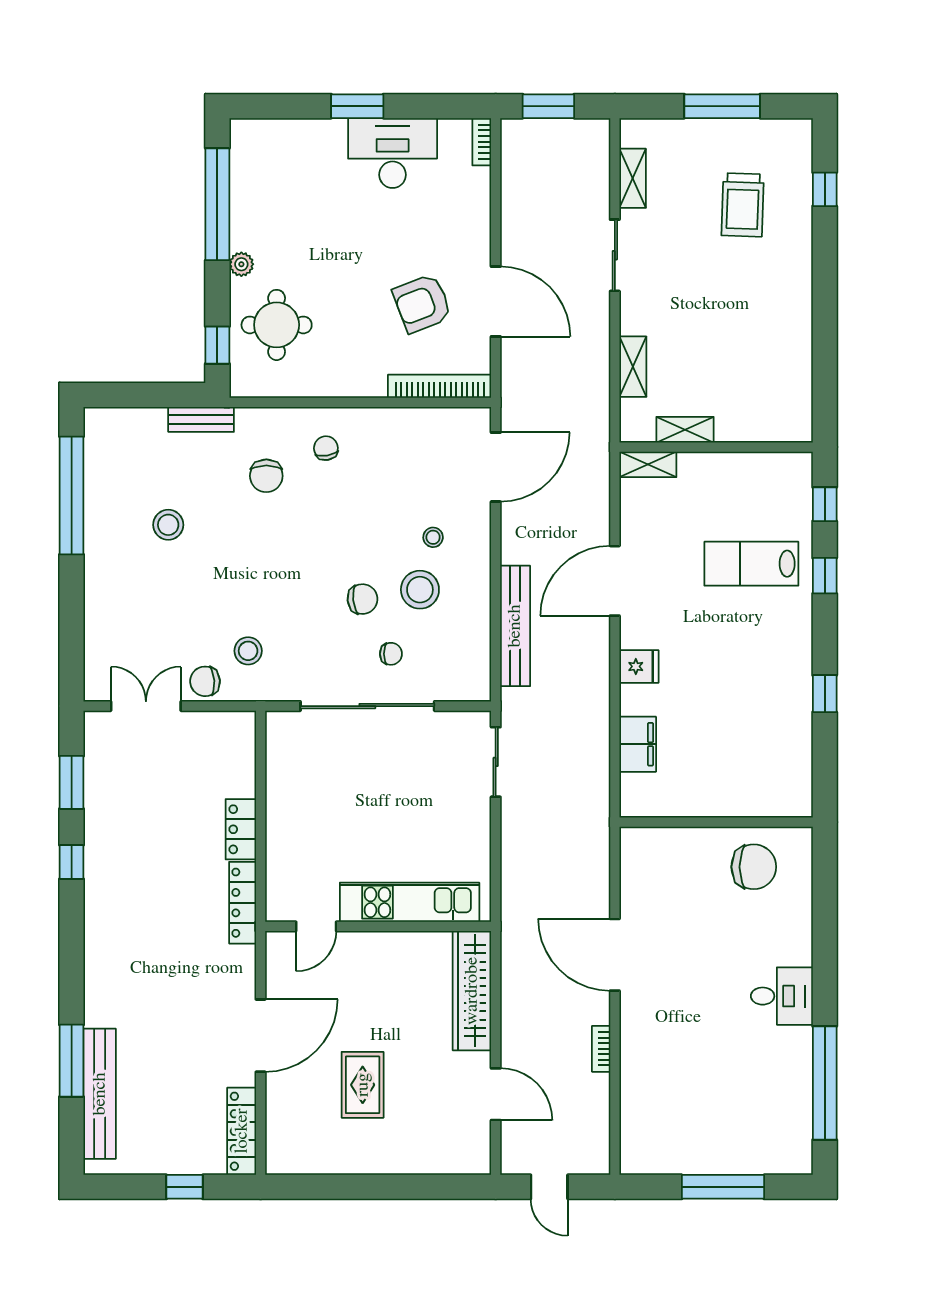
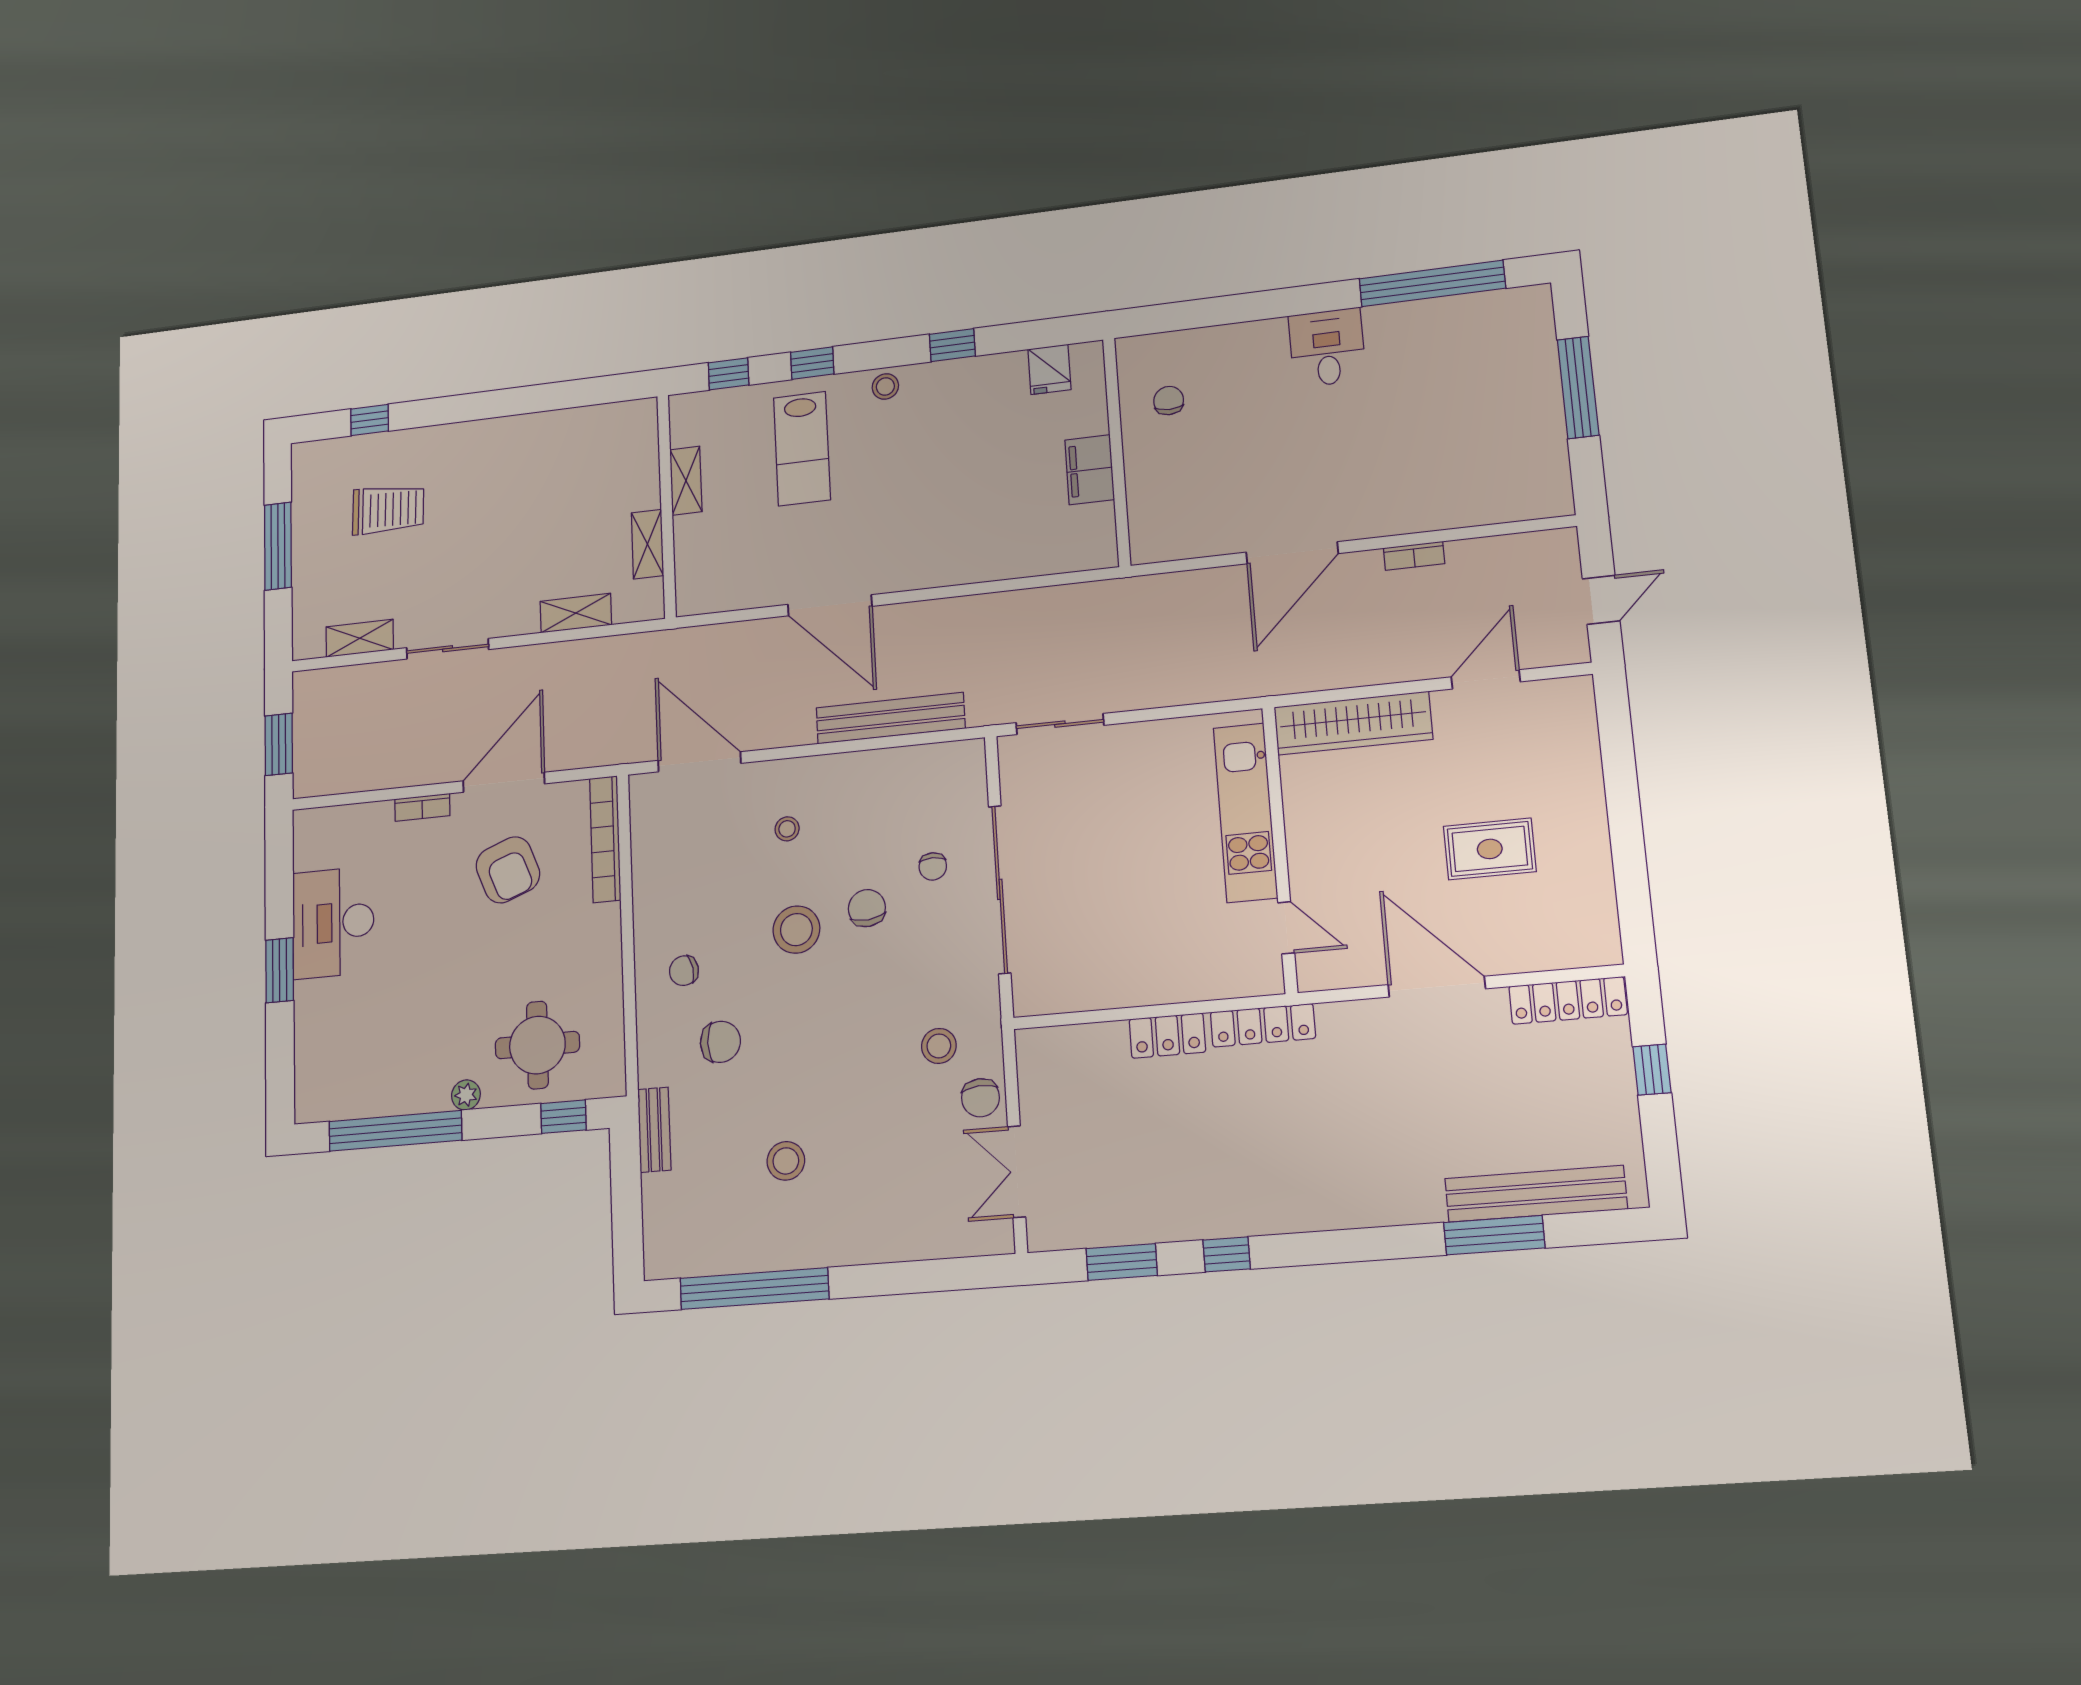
bookcase: (482, 142) -> (422, 807), moved
shelving: (648, 464) -> (686, 481), moved
stool: (420, 590) -> (796, 930), moved
stool: (796, 636) -> (885, 386), added
chair: (391, 654) -> (933, 866), turned 180
fridge: (639, 666) -> (1049, 369), moved, turned 180
filing cabinet: (638, 744) -> (1090, 470), moved, turned -90
chair: (754, 867) -> (1169, 401), width x0.54, depth x0.54

